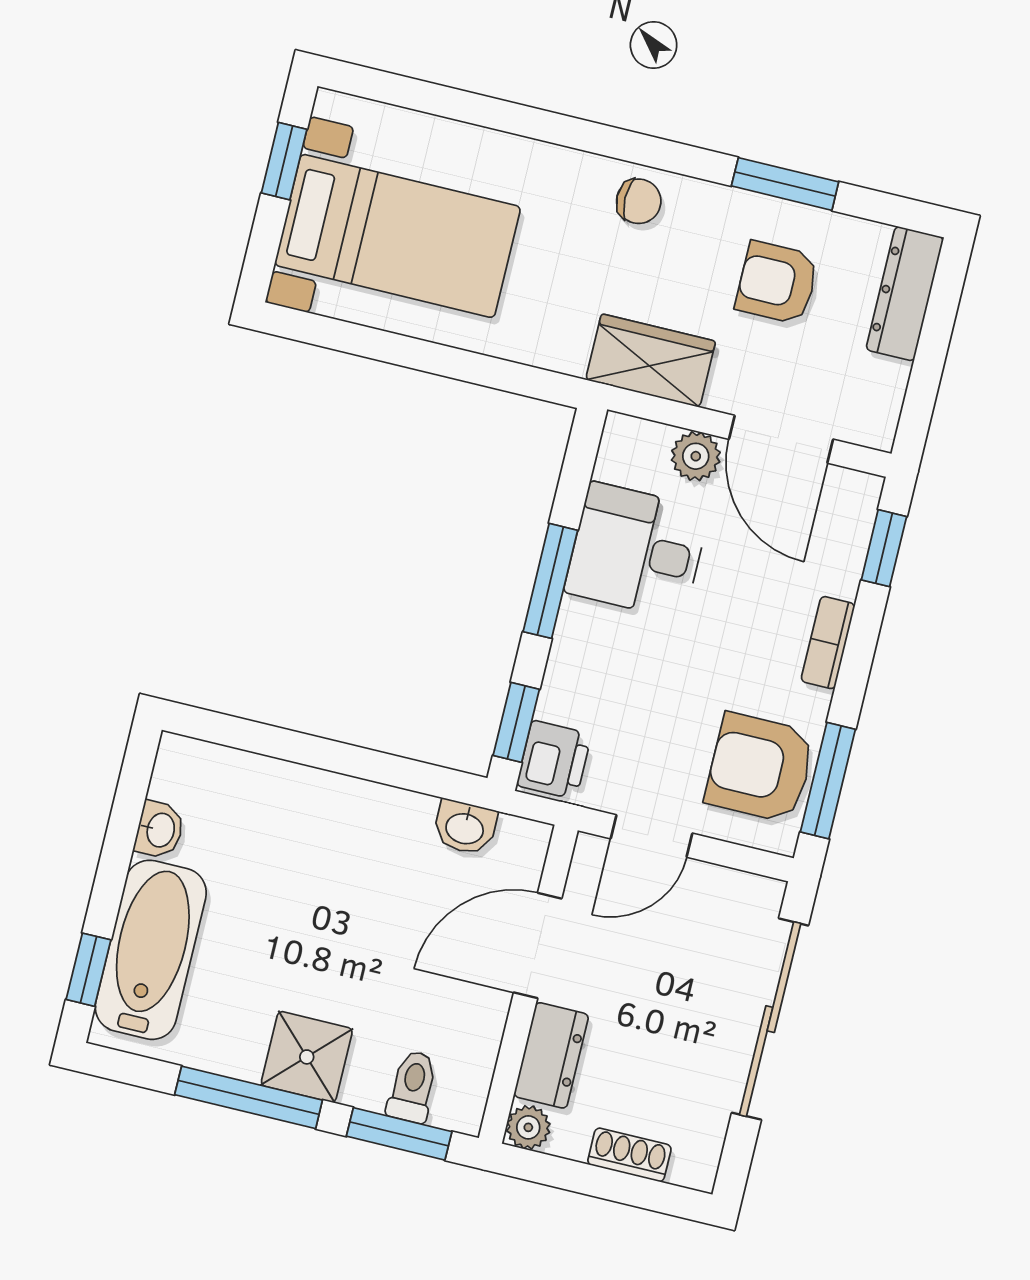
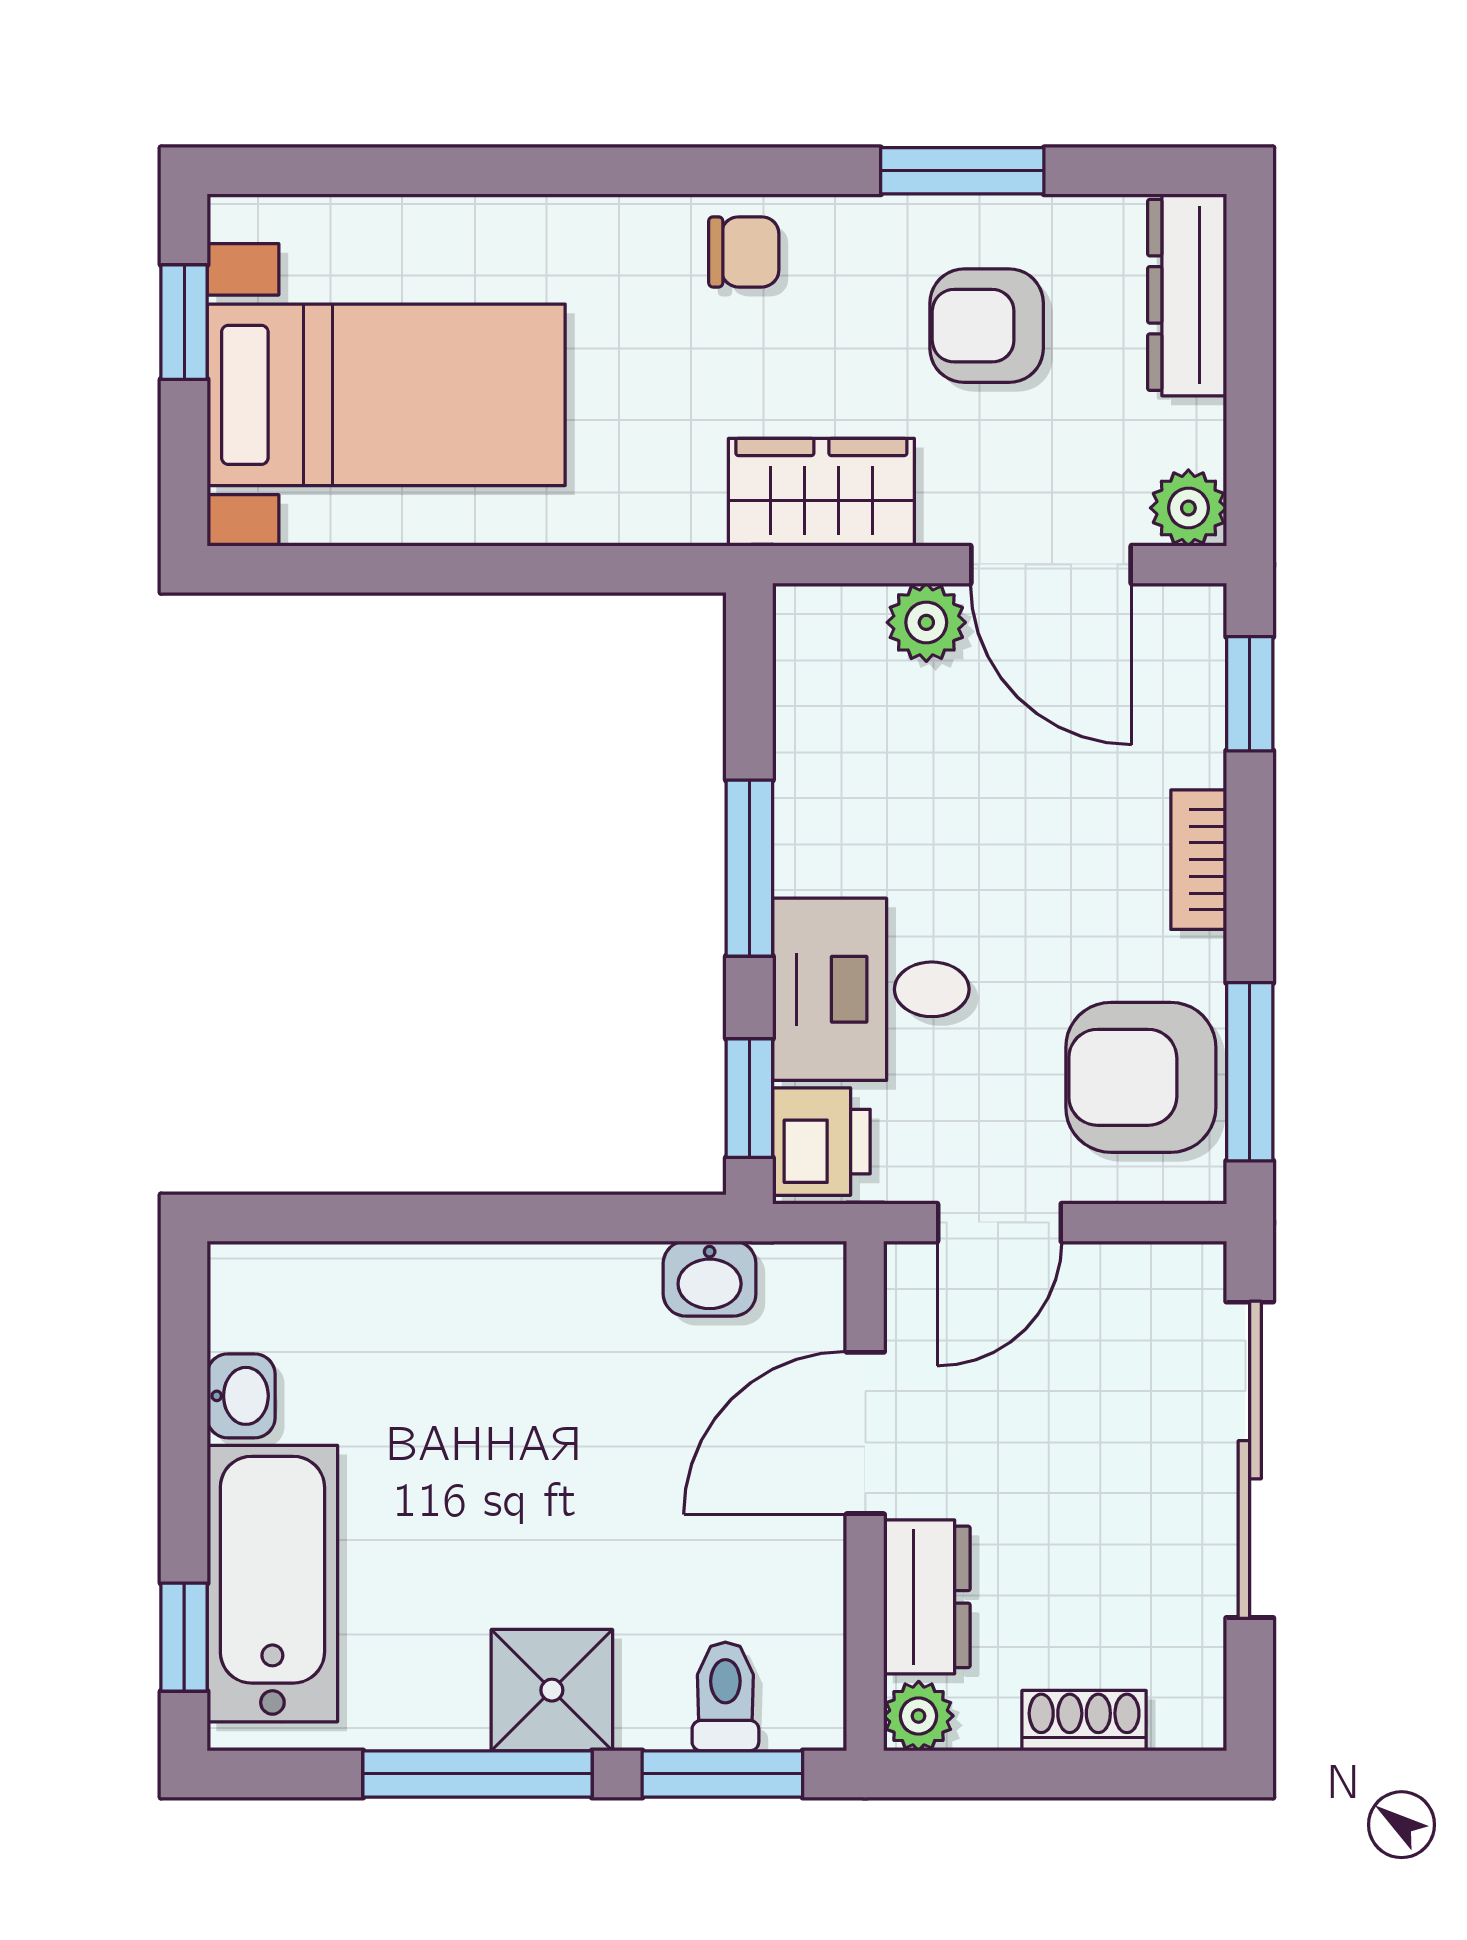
plant: (874, 425) -> (1188, 508), added
desk: (637, 551) -> (871, 989), moved

